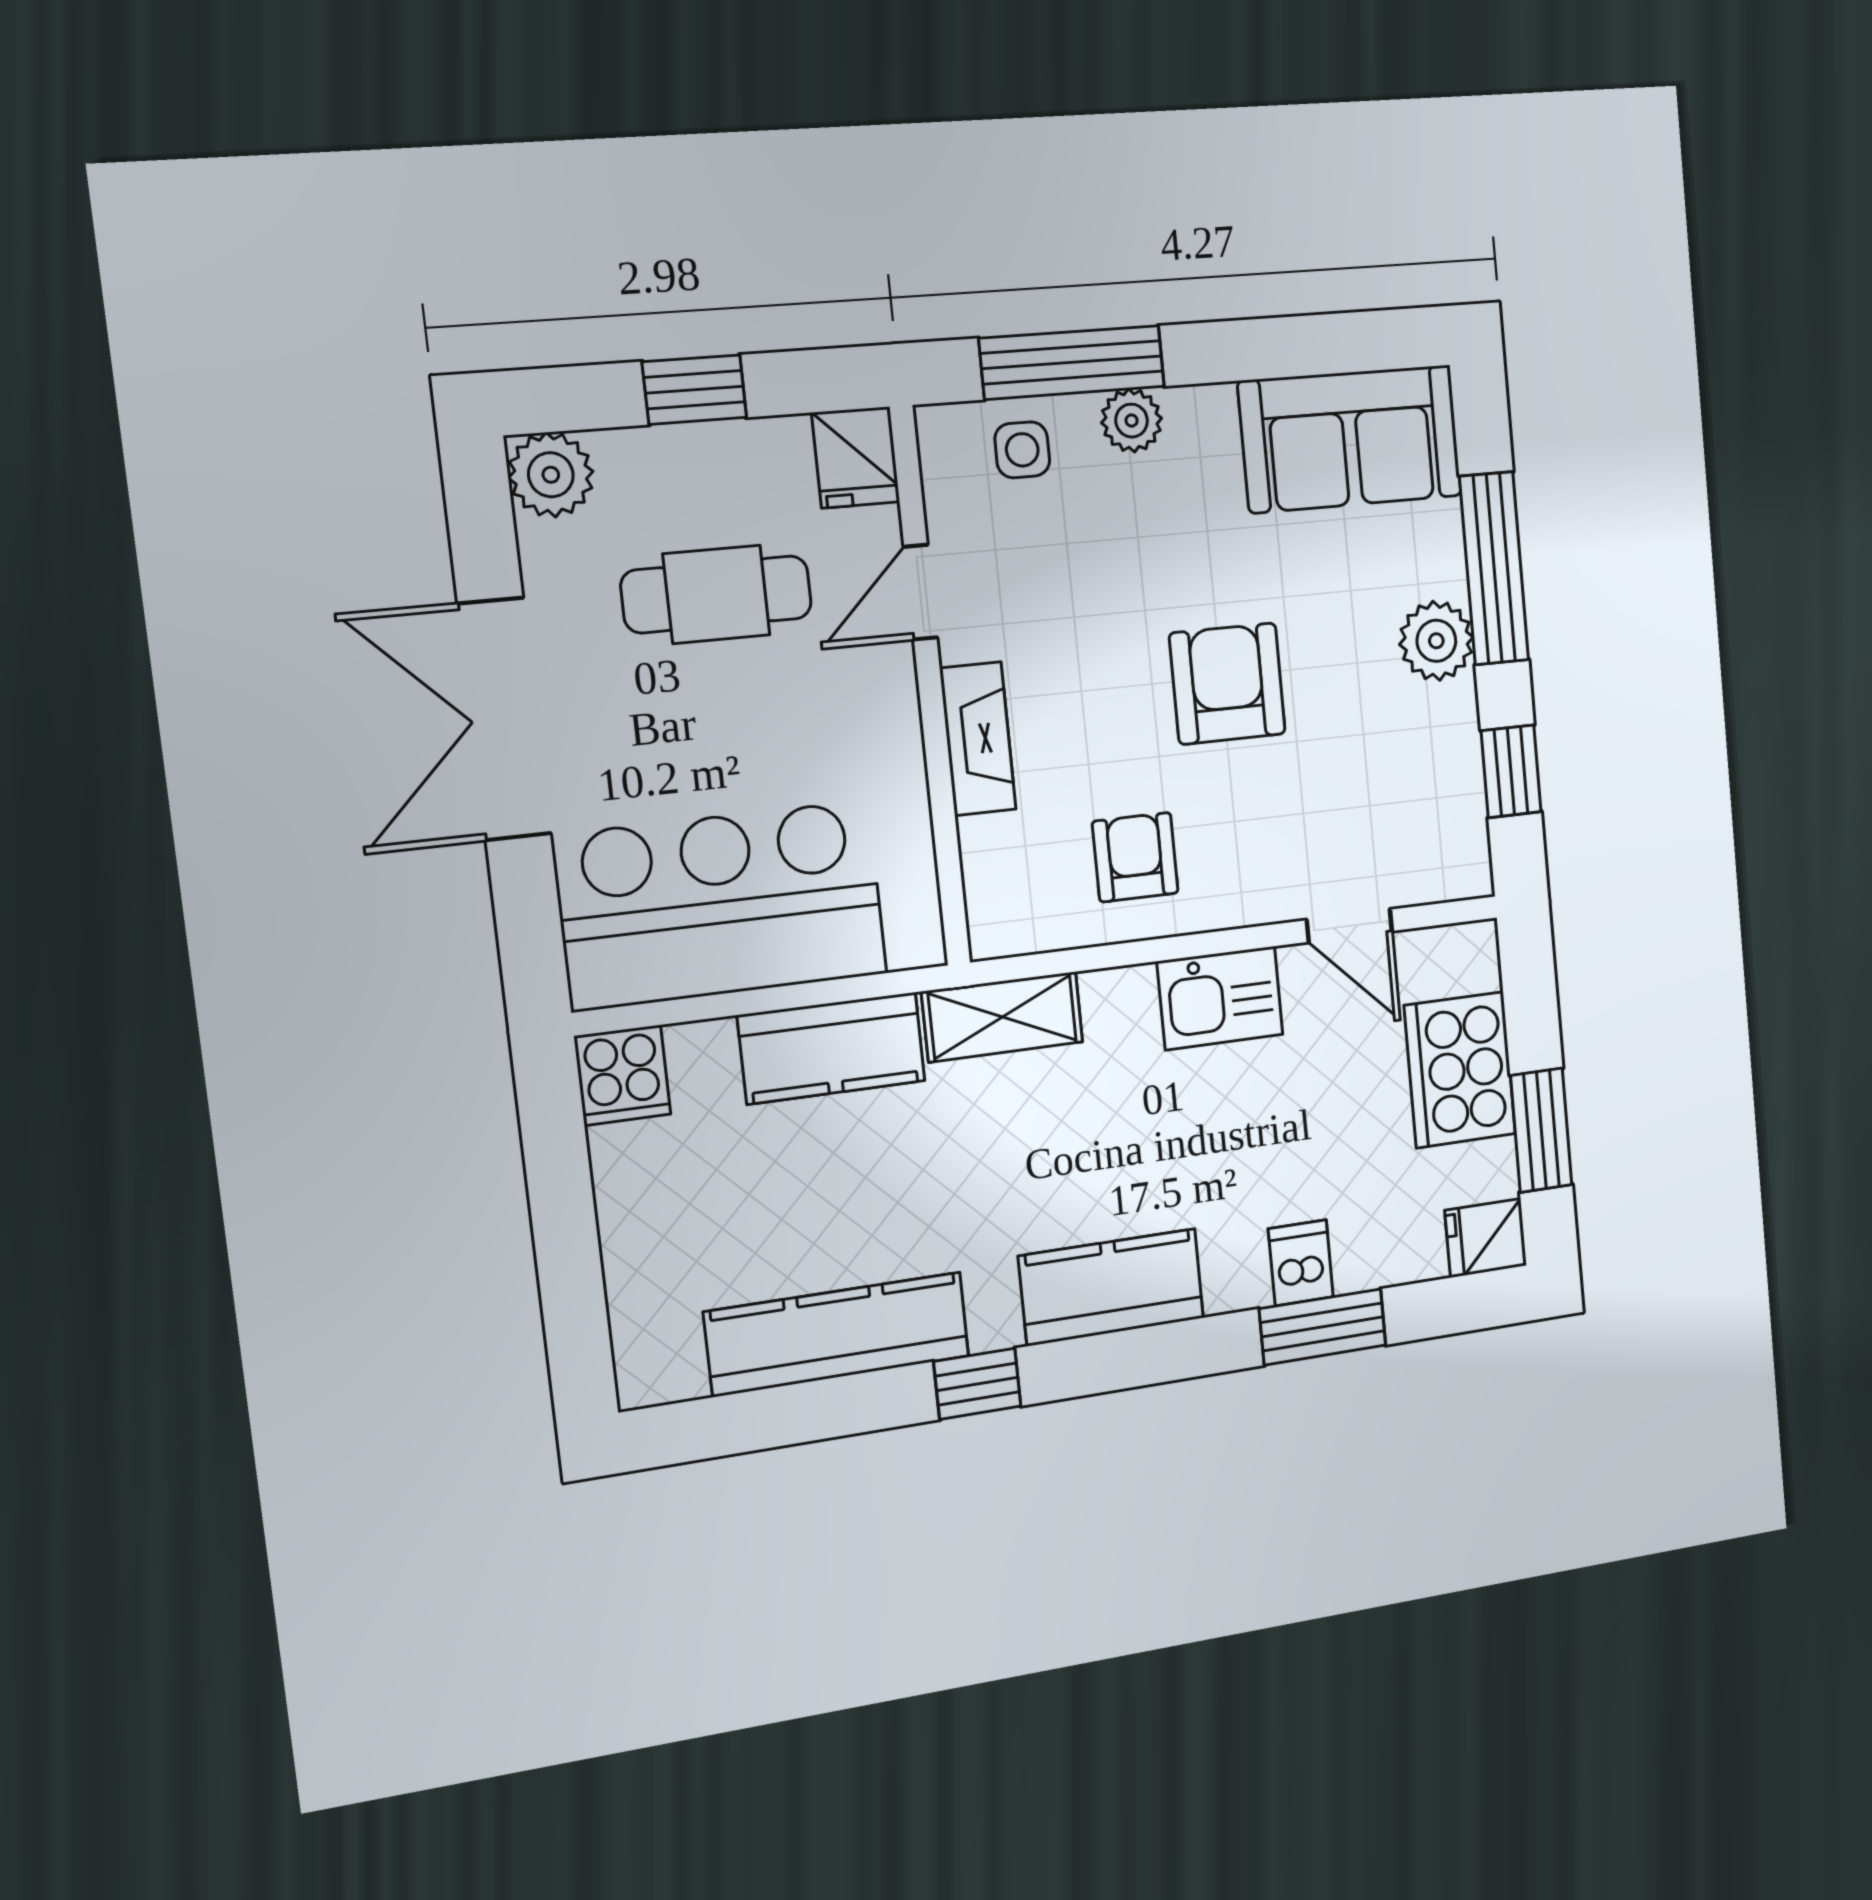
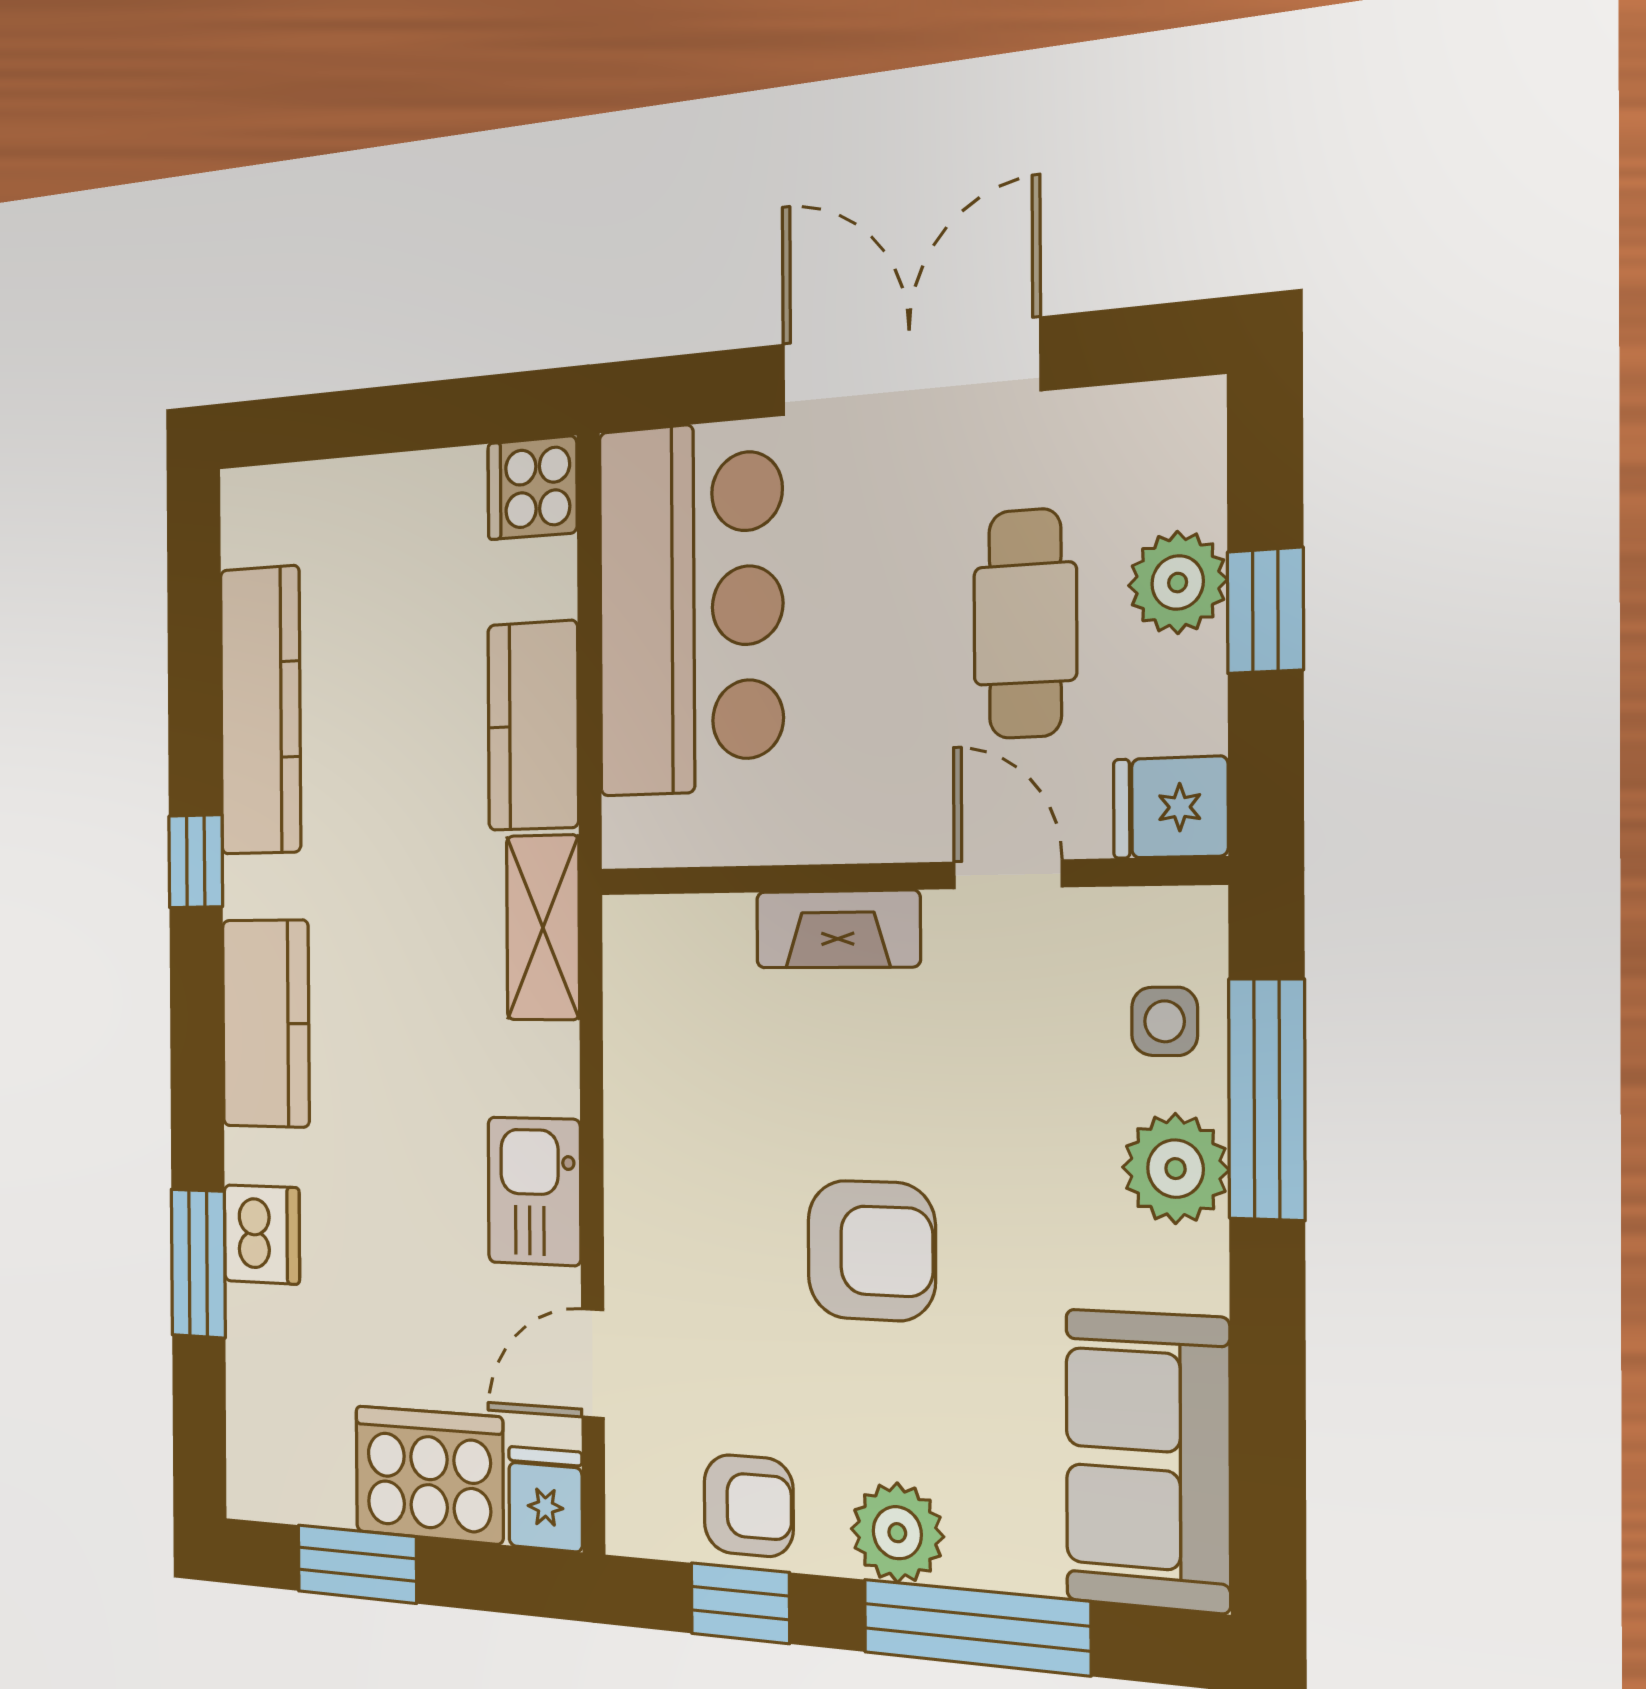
plant: (1132, 421) -> (1175, 1169), width x1.38, depth x1.38
plant: (551, 475) -> (1178, 583), moved
armchair: (1135, 857) -> (749, 1506), moved
fridge: (1486, 1238) -> (545, 1499), moved
dishwasher: (1301, 1263) -> (262, 1234), width x1.38

